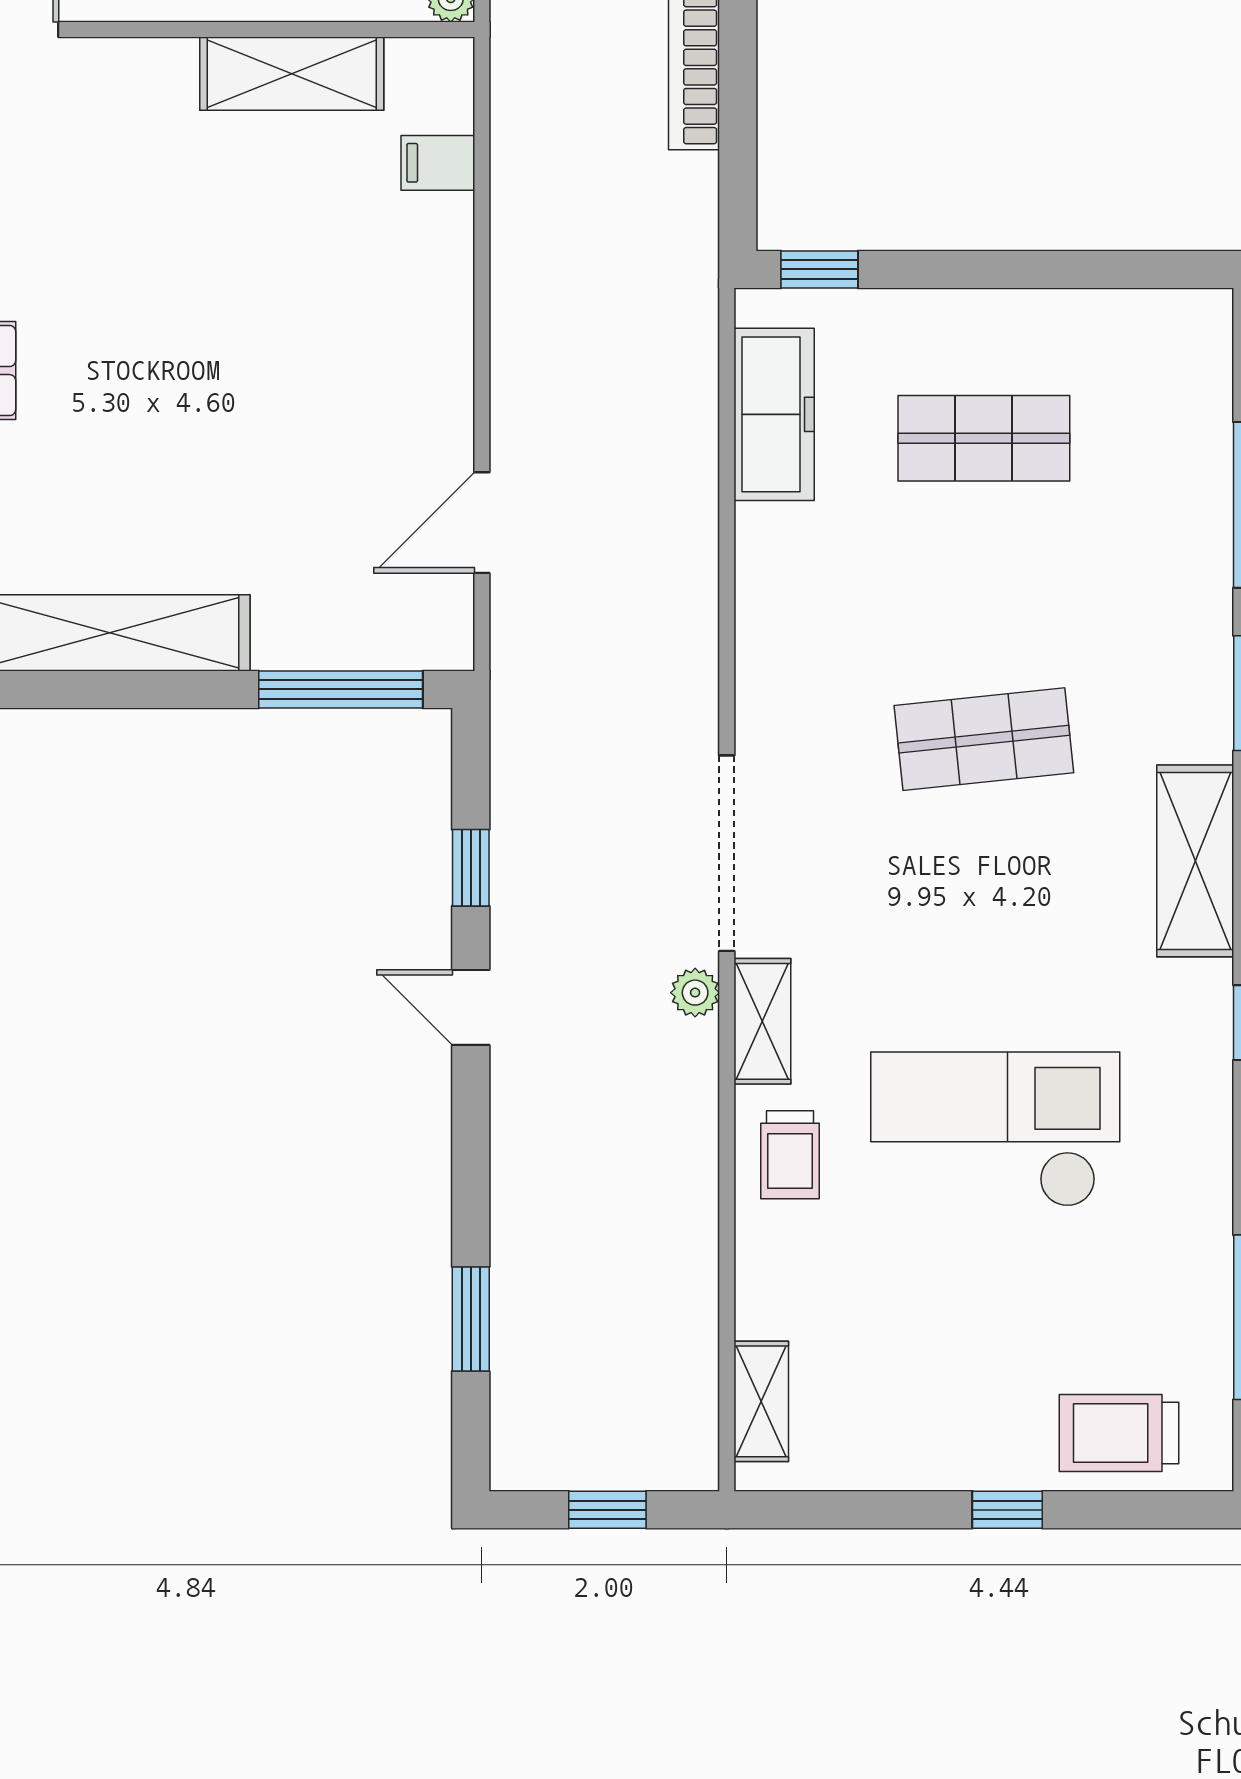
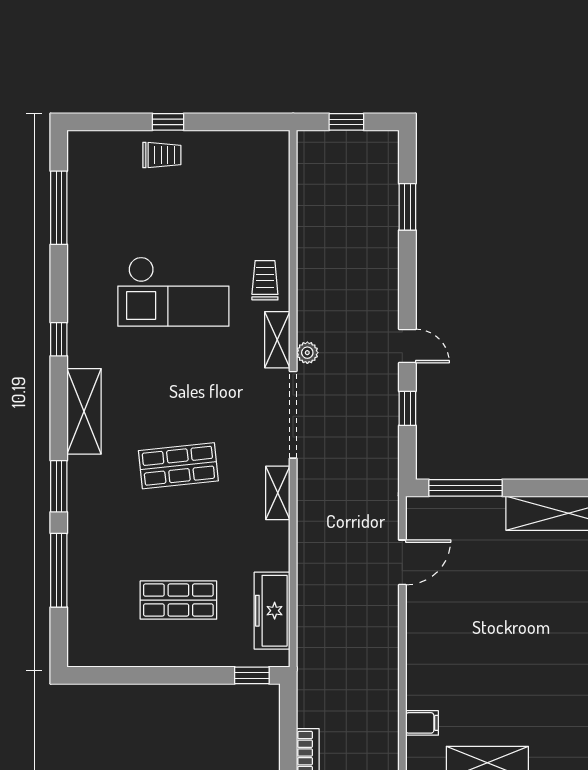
shelving: (761, 1401) -> (278, 493), moved
trolley: (1119, 1433) -> (162, 155), moved, width x0.73, depth x0.72

